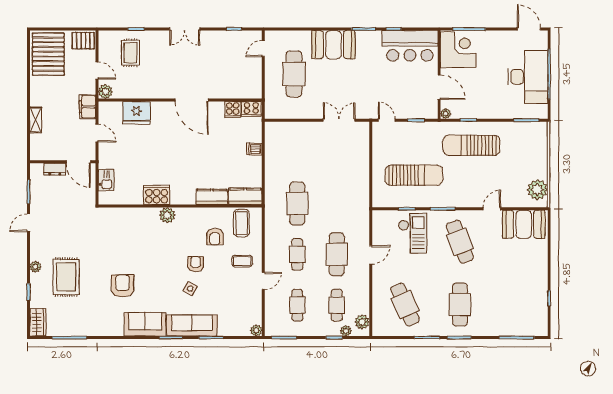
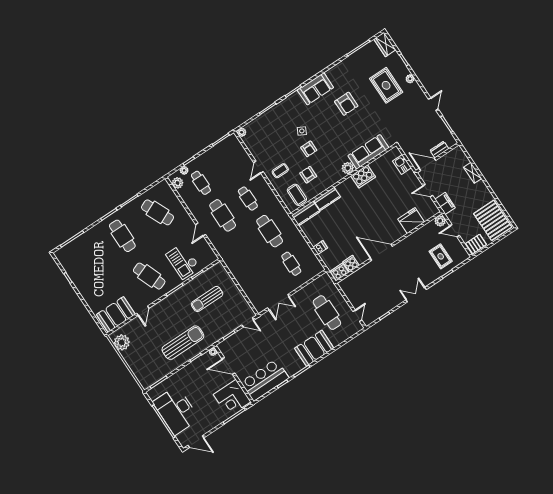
sun lounger: (414, 175) -> (207, 299), width x0.73, depth x0.75
cafe table: (297, 305) -> (291, 264), moved
sofa: (192, 326) -> (368, 152), moved, turned 180

